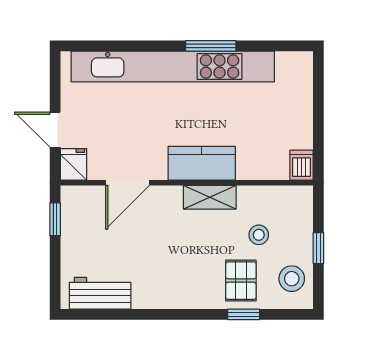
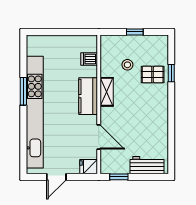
door: (55, 130) -> (56, 177), moved
dishwasher: (302, 165) -> (89, 59), moved
stool: (292, 279) -> (152, 47), removed
workbench: (100, 293) -> (147, 165), moved, turned 90

